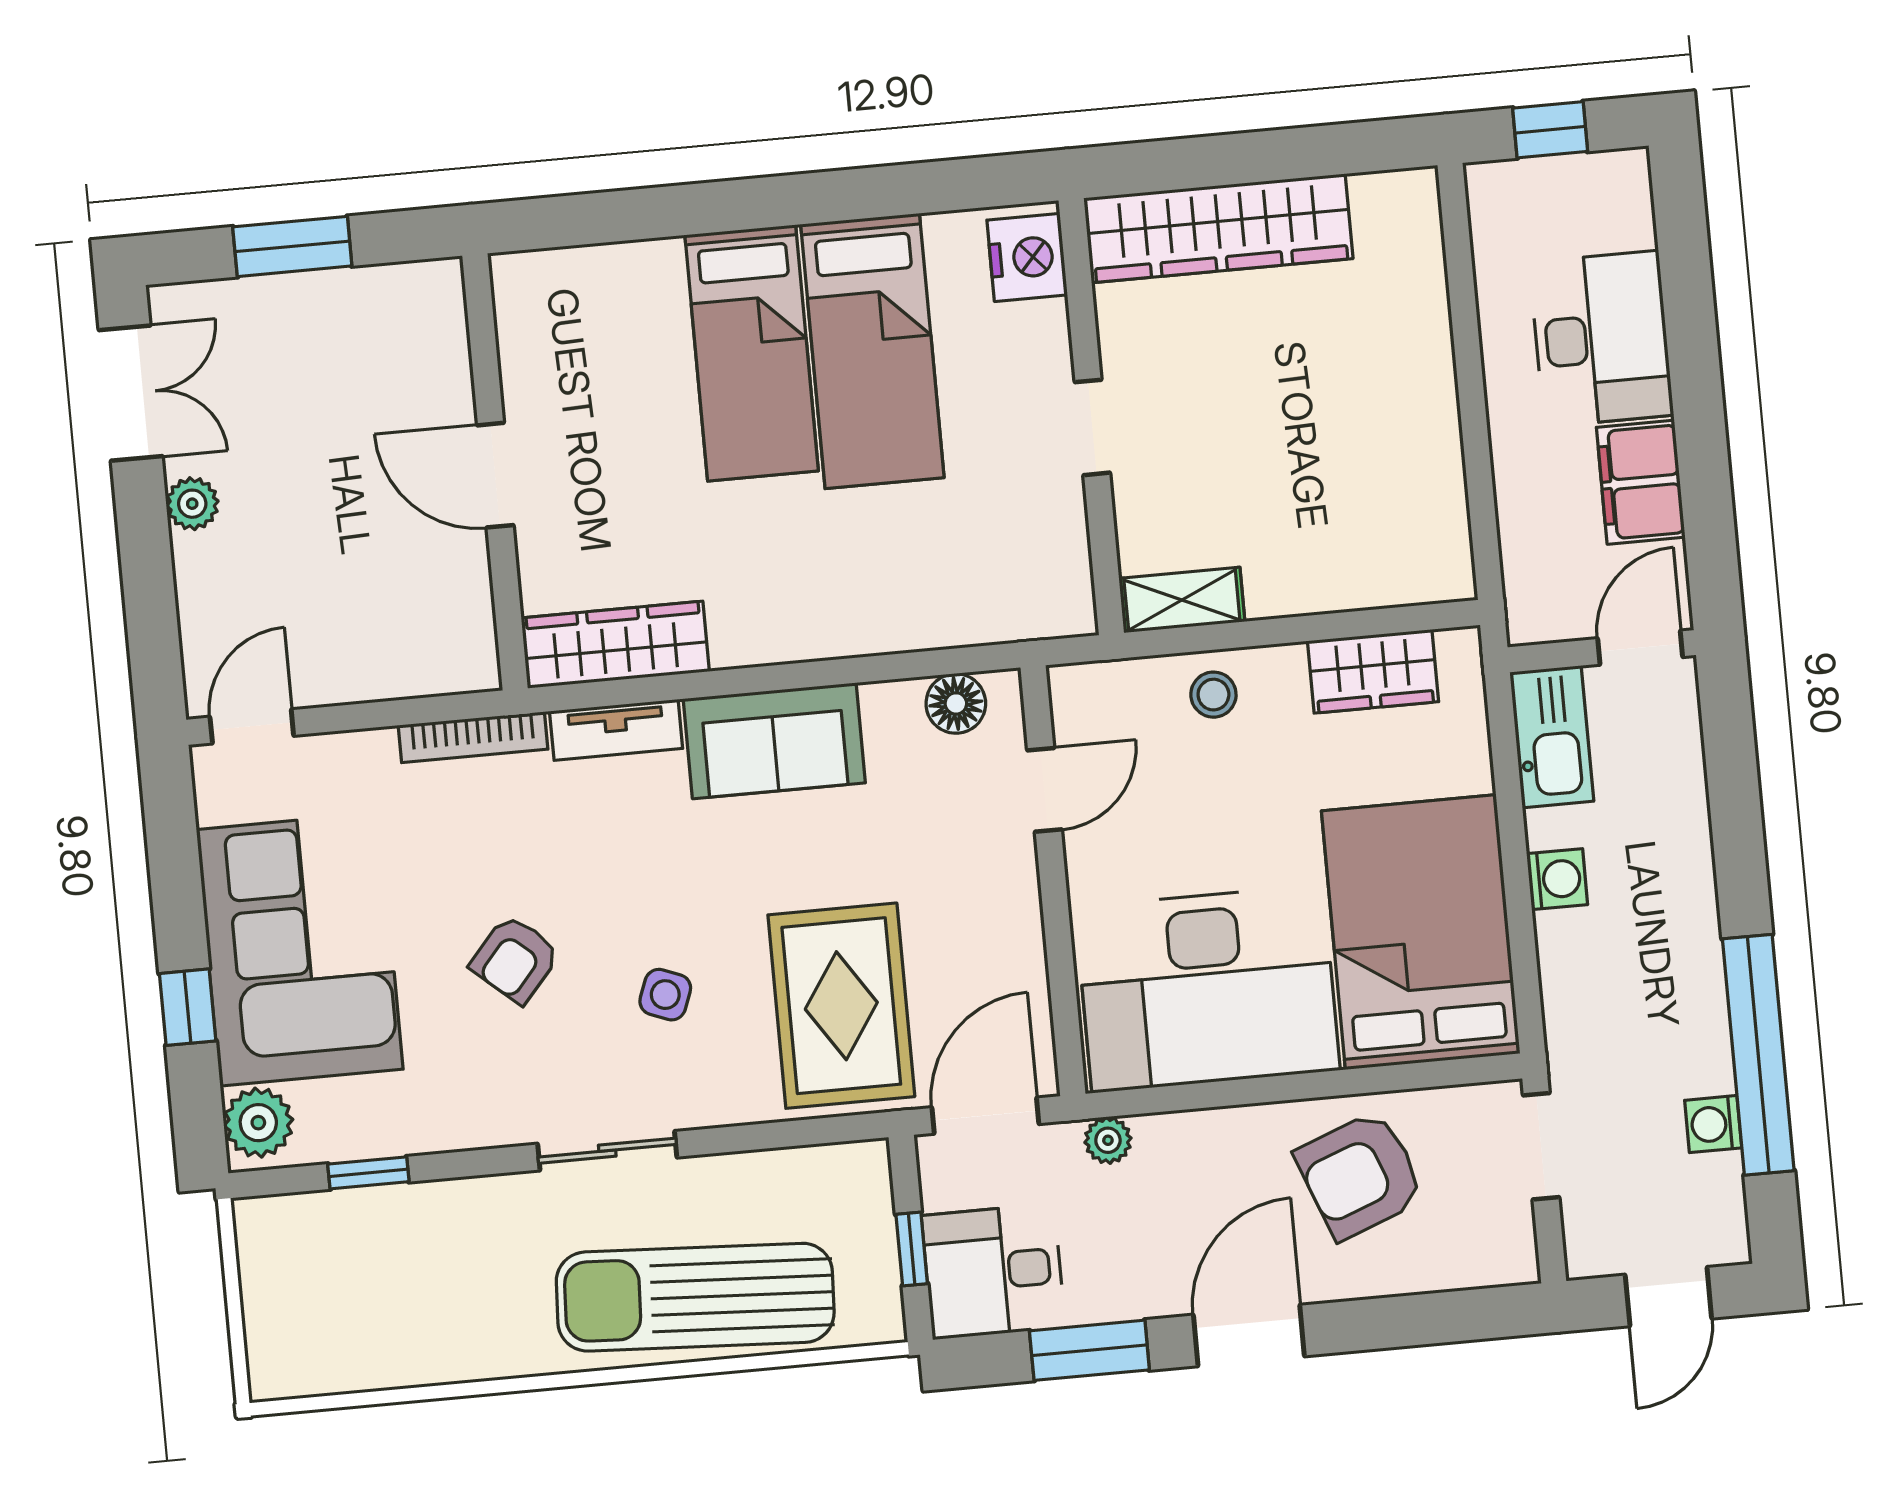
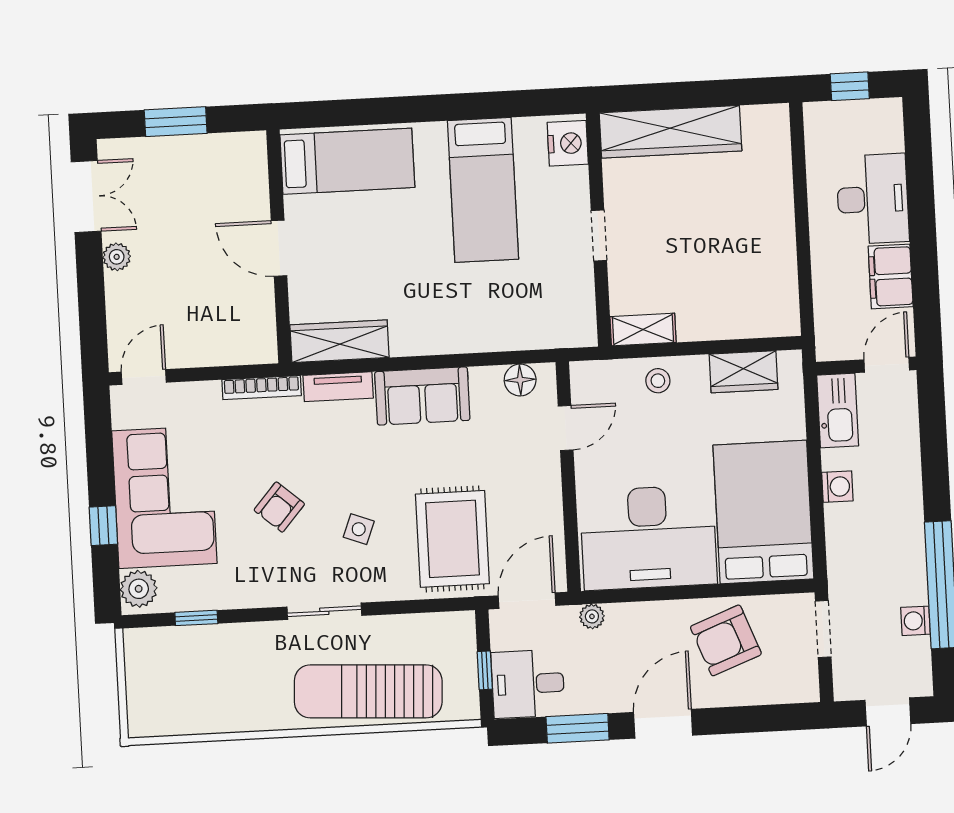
bed: (752, 353) -> (347, 161), moved, turned -90

